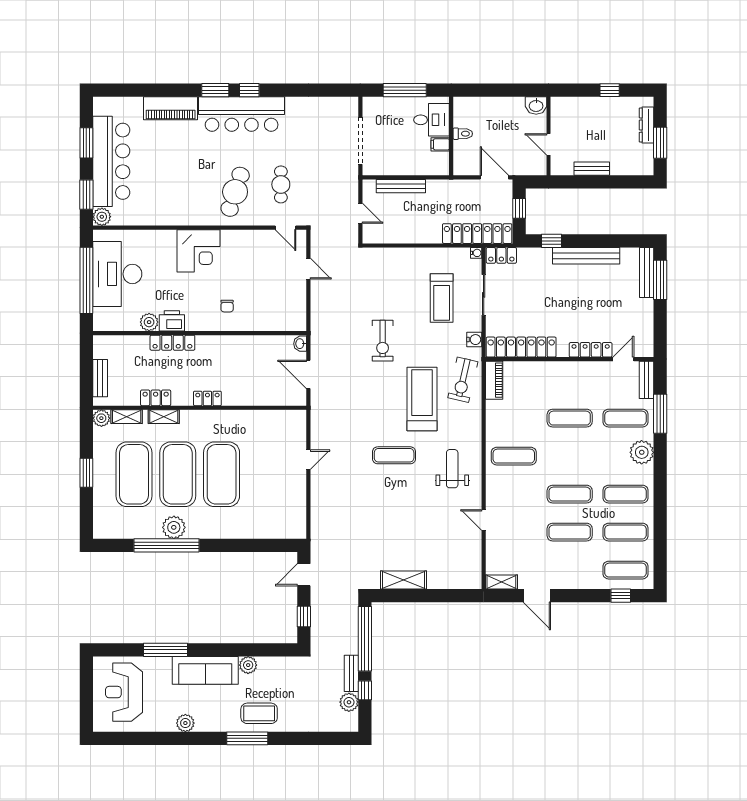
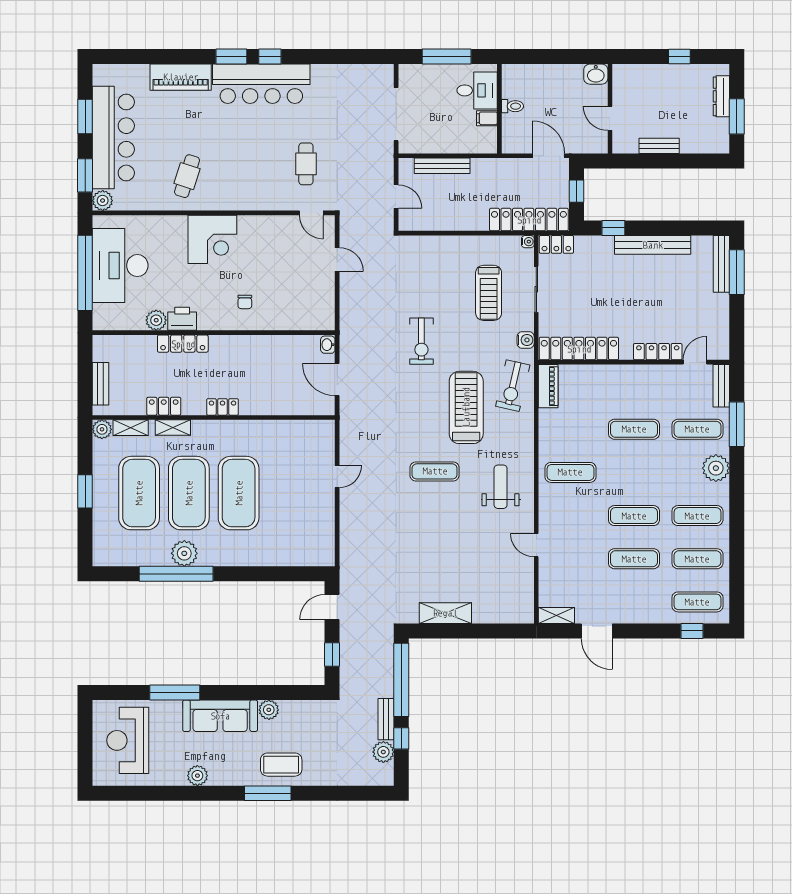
cafe table: (235, 192) -> (187, 176), moved, width x0.73, depth x0.74

